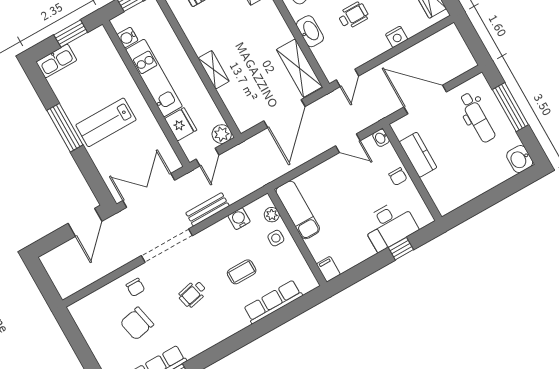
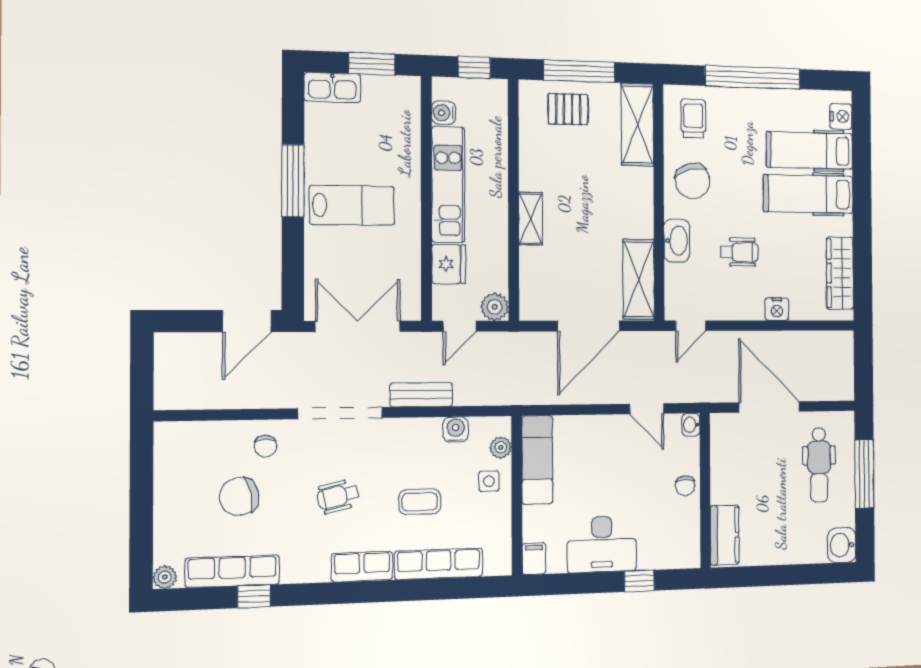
lab bench: (106, 122) -> (352, 205), turned 180
kitchen counter: (418, 155) -> (725, 535), moved
desk: (390, 225) -> (602, 544), moved
row of seats: (229, 327) -> (362, 567), added

